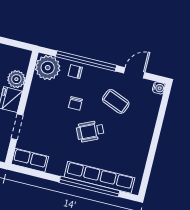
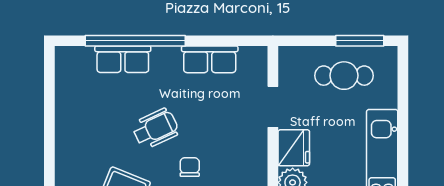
row of seats: (30, 160) -> (210, 59), moved
row of seats: (99, 177) -> (123, 59), width x0.50

